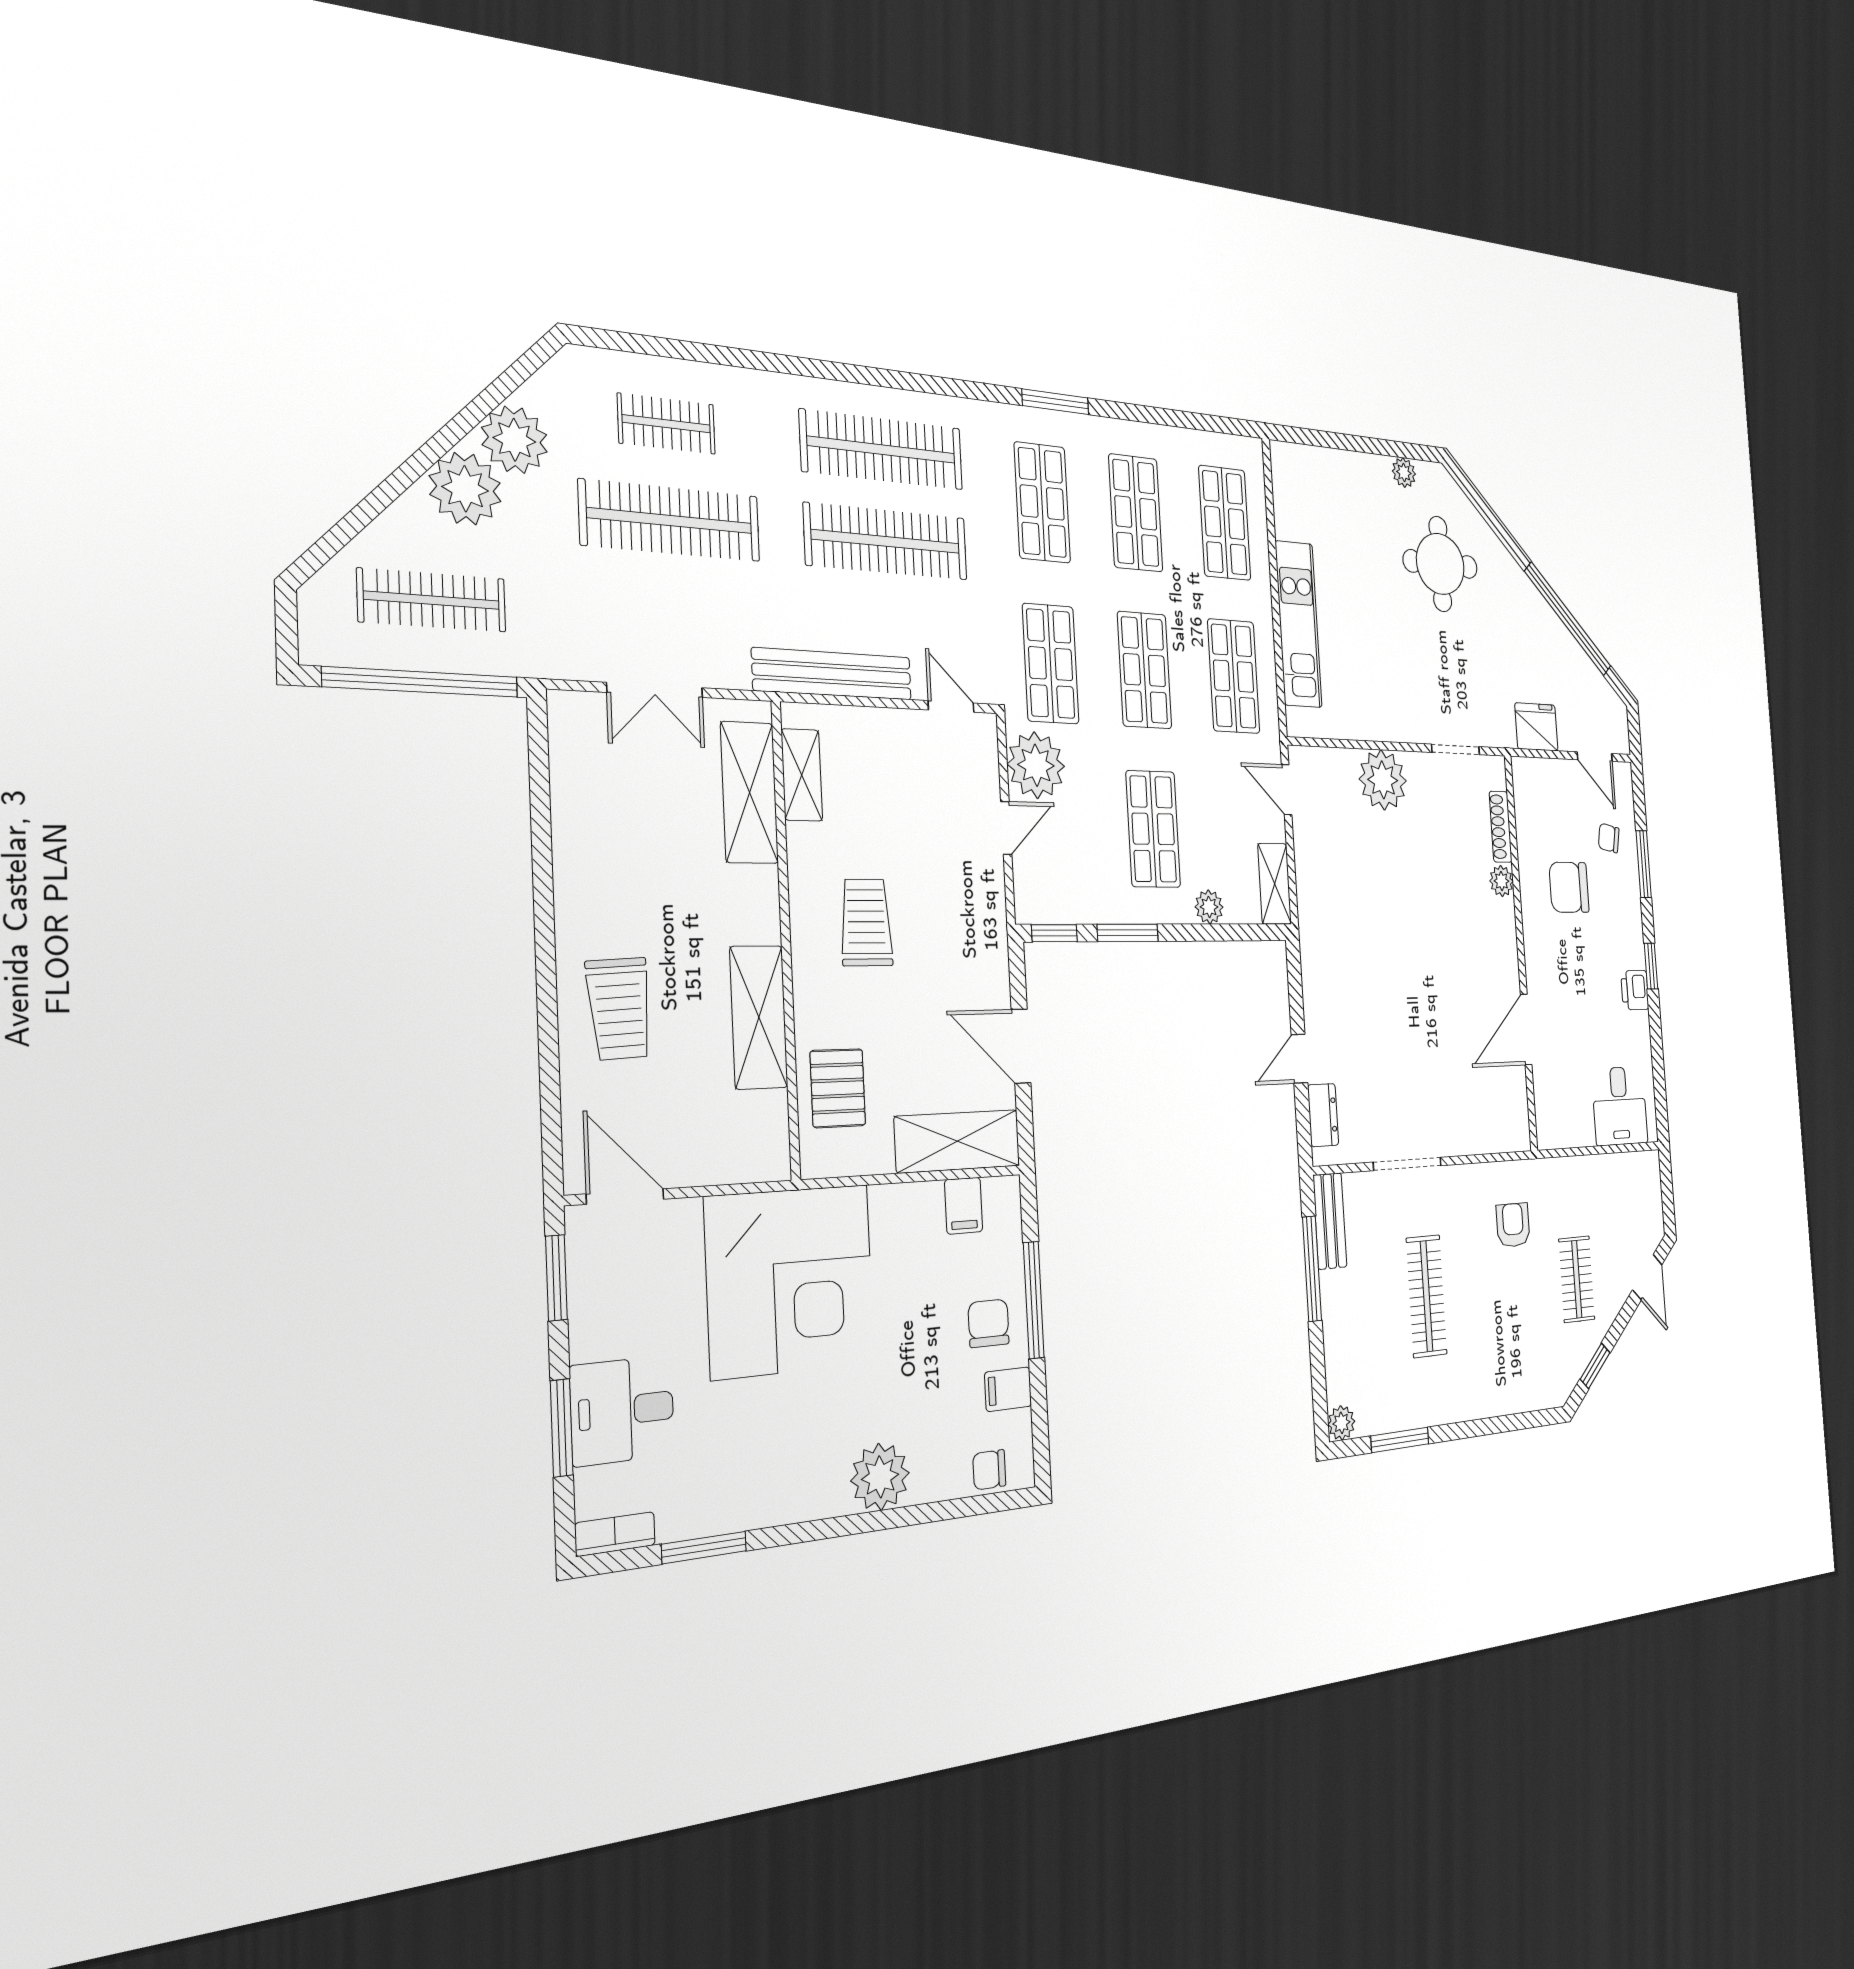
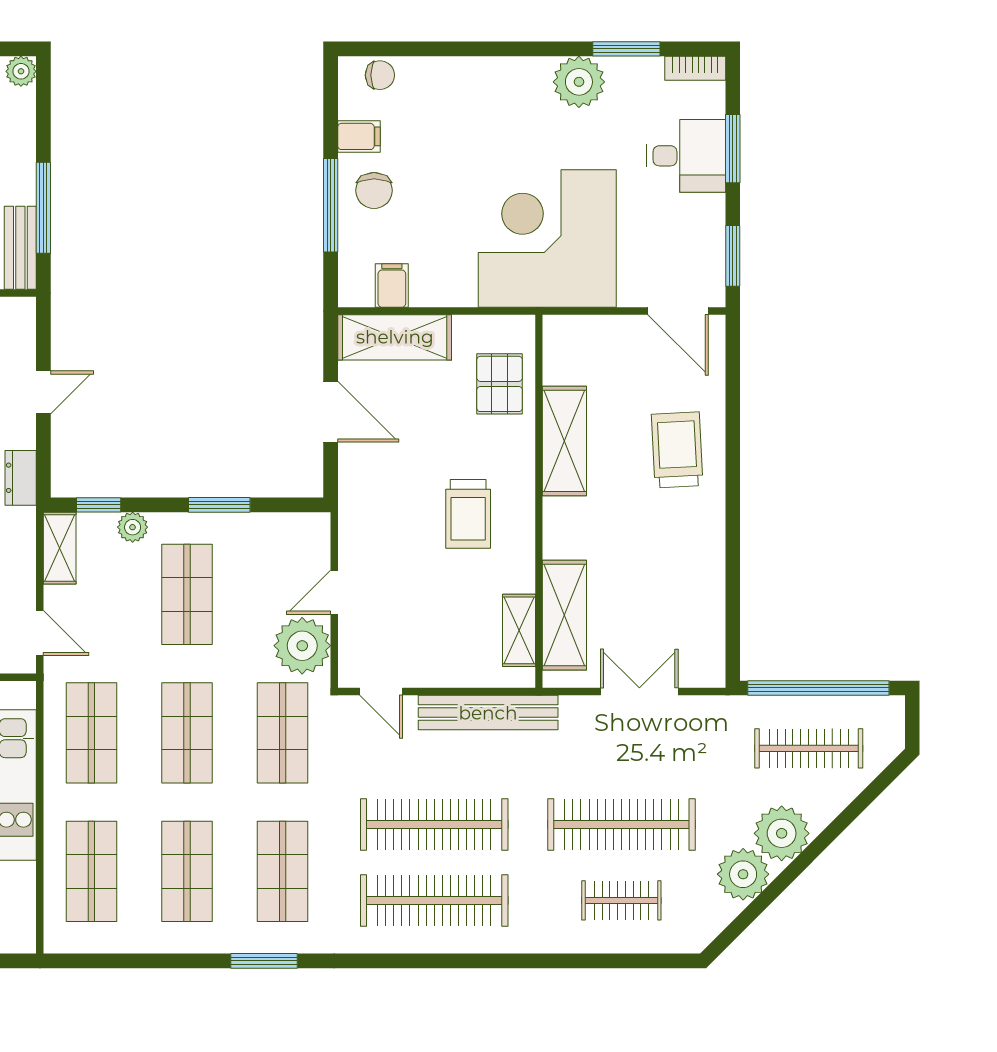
window: (1054, 933) -> (99, 505), moved
dresser: (1323, 1115) -> (21, 478), moved
plant: (880, 1477) -> (579, 82), moved

